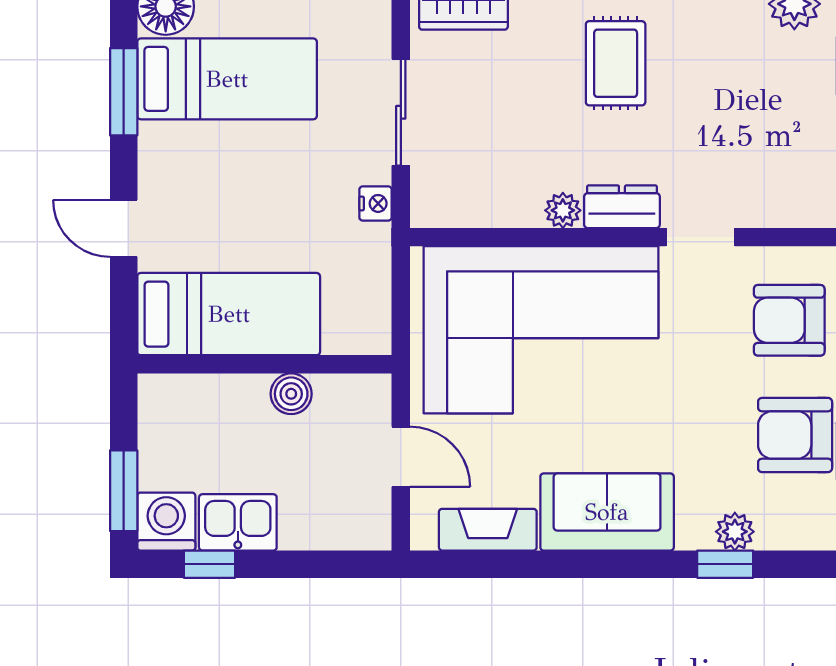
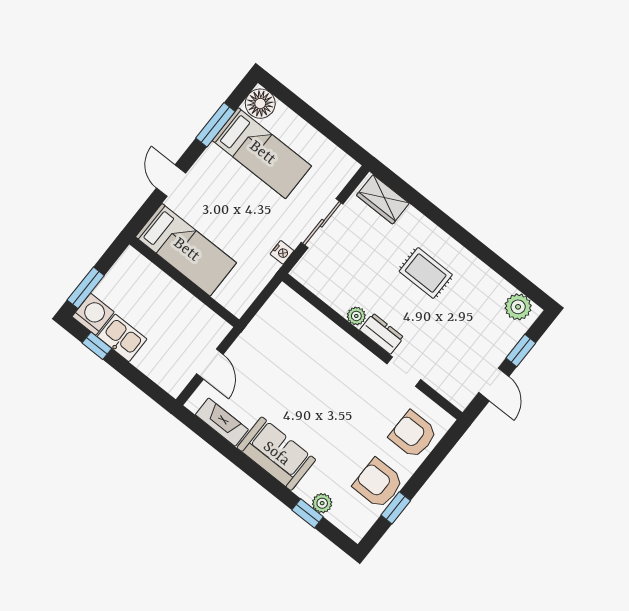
rug: (616, 63) -> (426, 273), turned 90
corner sofa: (541, 330) -> (309, 358), removed
boiler: (291, 394) -> (186, 303), removed

